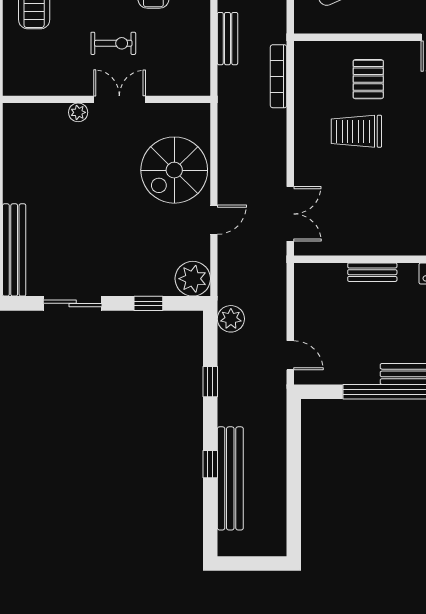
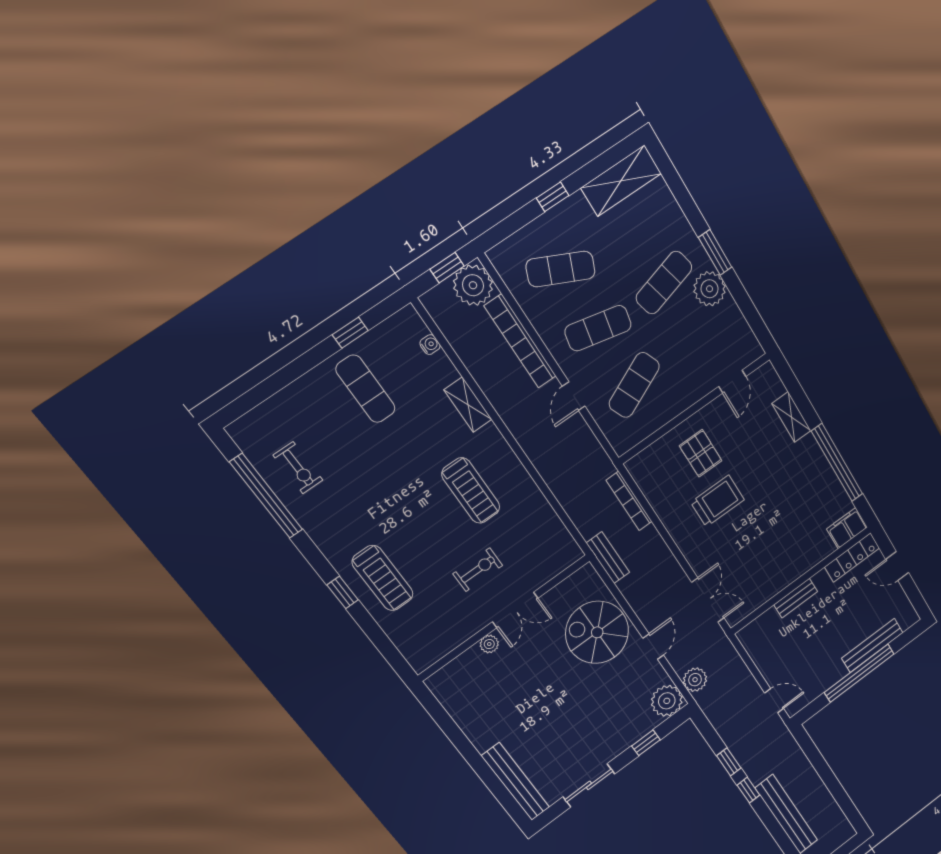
bench: (227, 39) -> (608, 558), moved
double door: (119, 99) -> (515, 610), swing flipped
trolley: (356, 131) -> (717, 501), turned 180
spiral stairs: (174, 170) -> (597, 632), turned 90
plant: (231, 319) -> (695, 680), moved
window: (210, 464) -> (748, 790), moved

